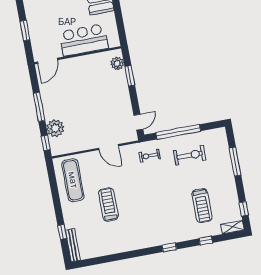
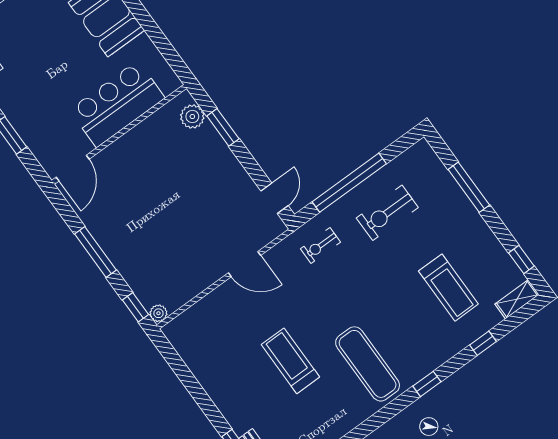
plant: (55, 128) -> (158, 313), moved, width x0.53, depth x0.53
exercise bike: (190, 155) -> (387, 213), turned 180
exercise mat: (73, 180) -> (368, 364), moved

